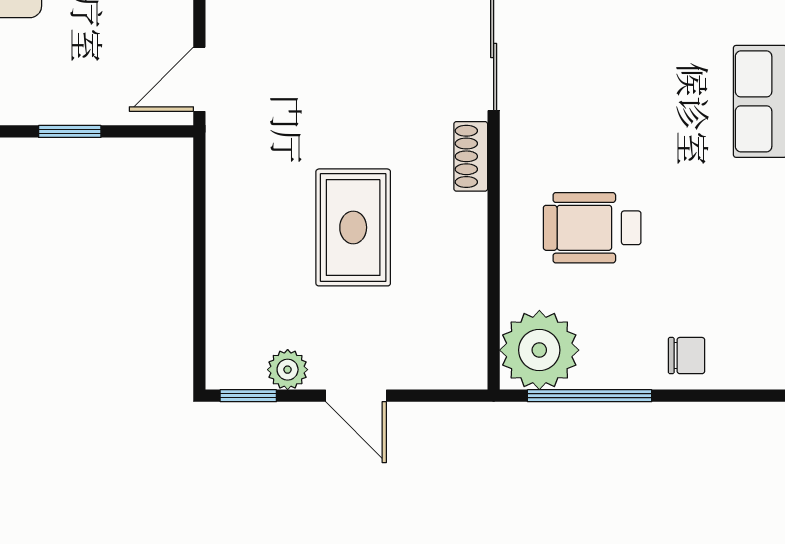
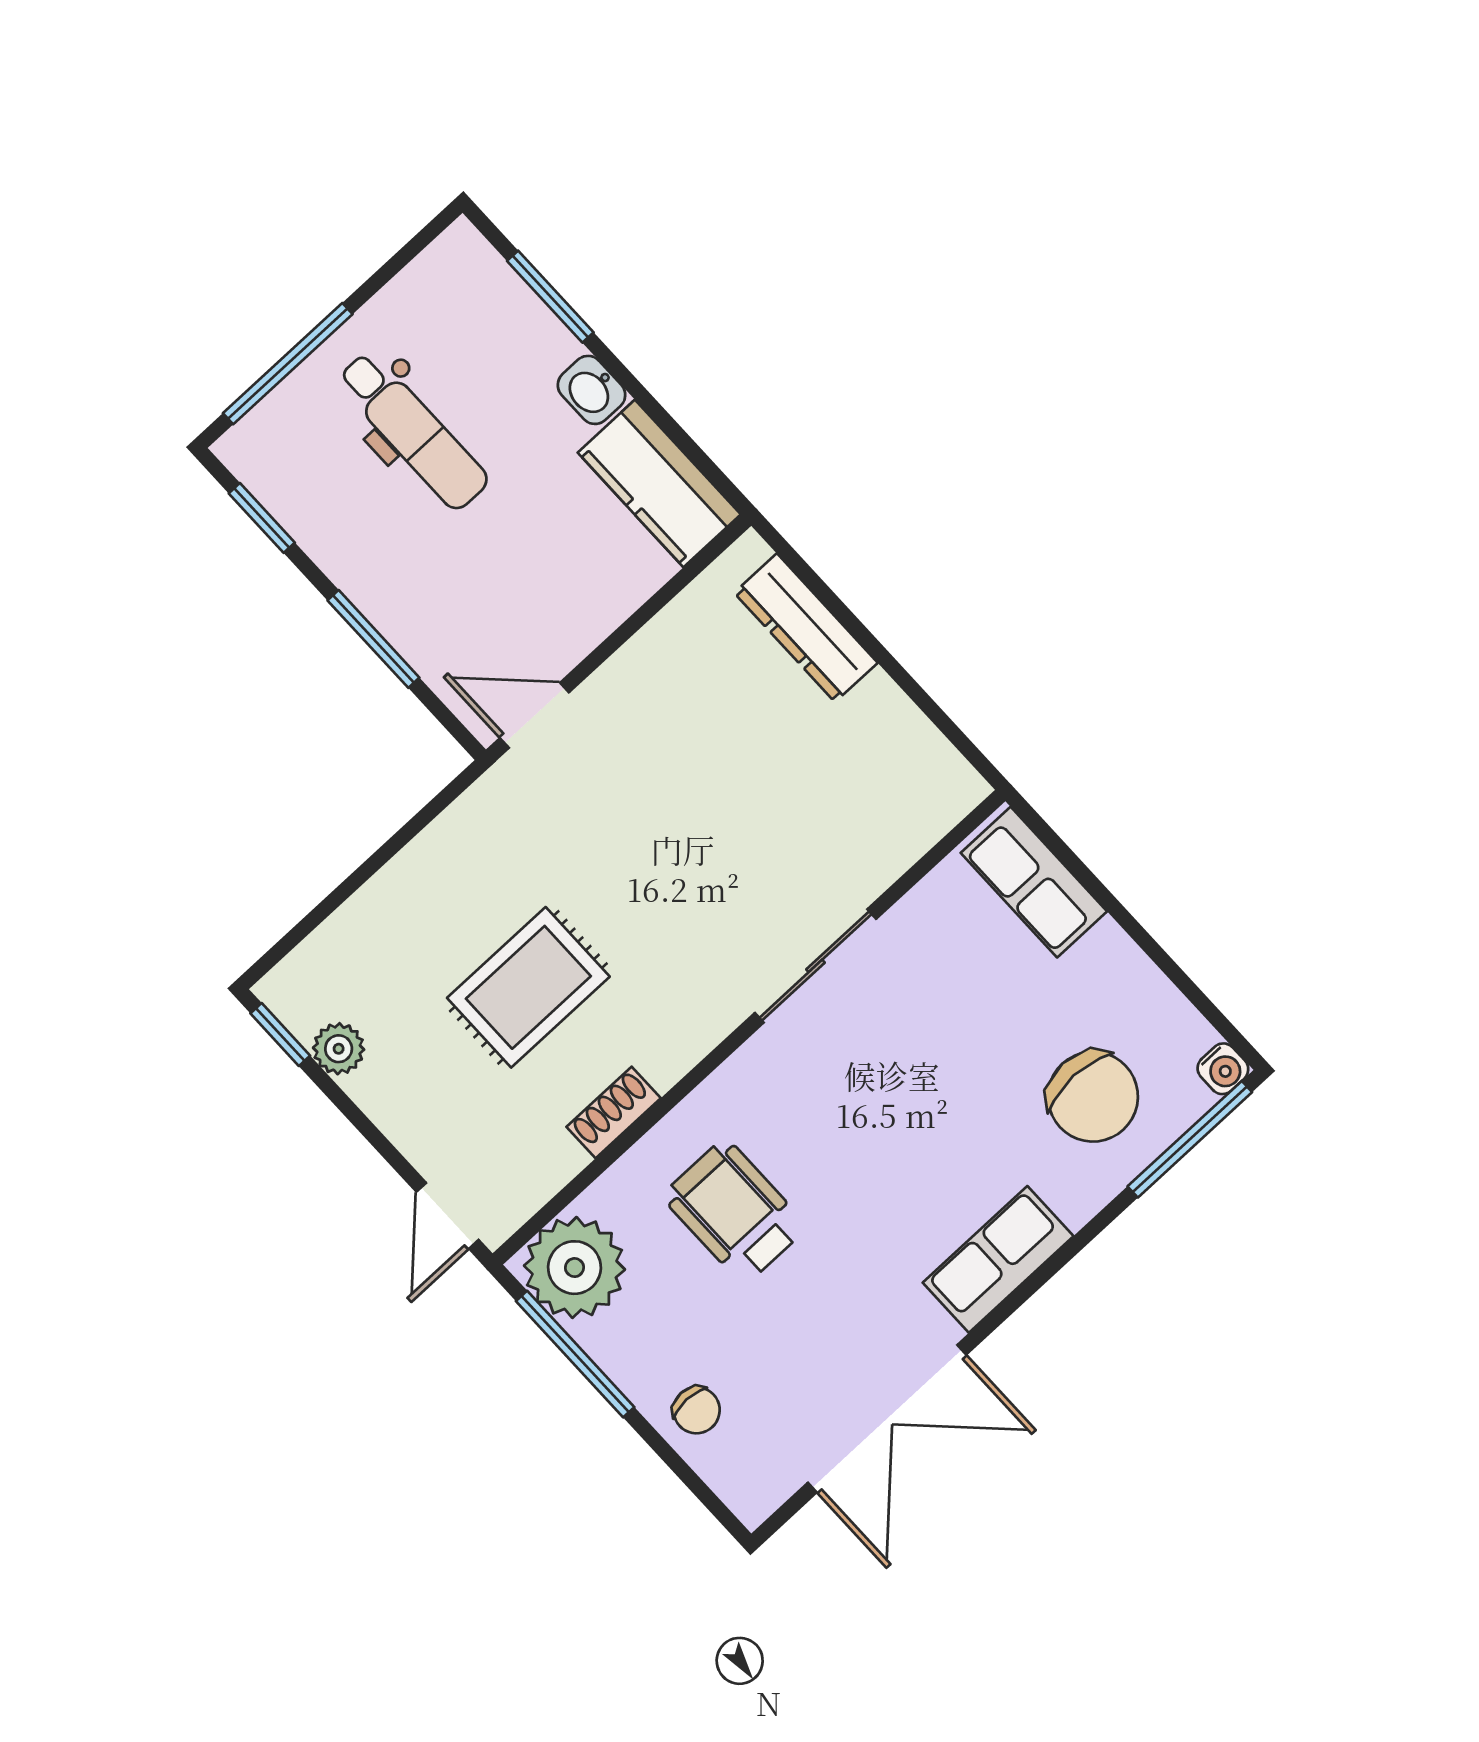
window: (70, 131) -> (373, 639), width x1.50
shoe rack: (471, 156) -> (614, 1112), moved
door: (356, 396) -> (448, 1216), moved

